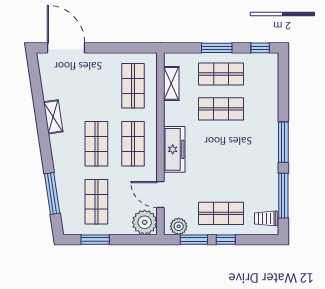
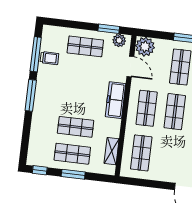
trolley: (266, 218) -> (49, 58), moved
window: (226, 240) -> (84, 26), removed

